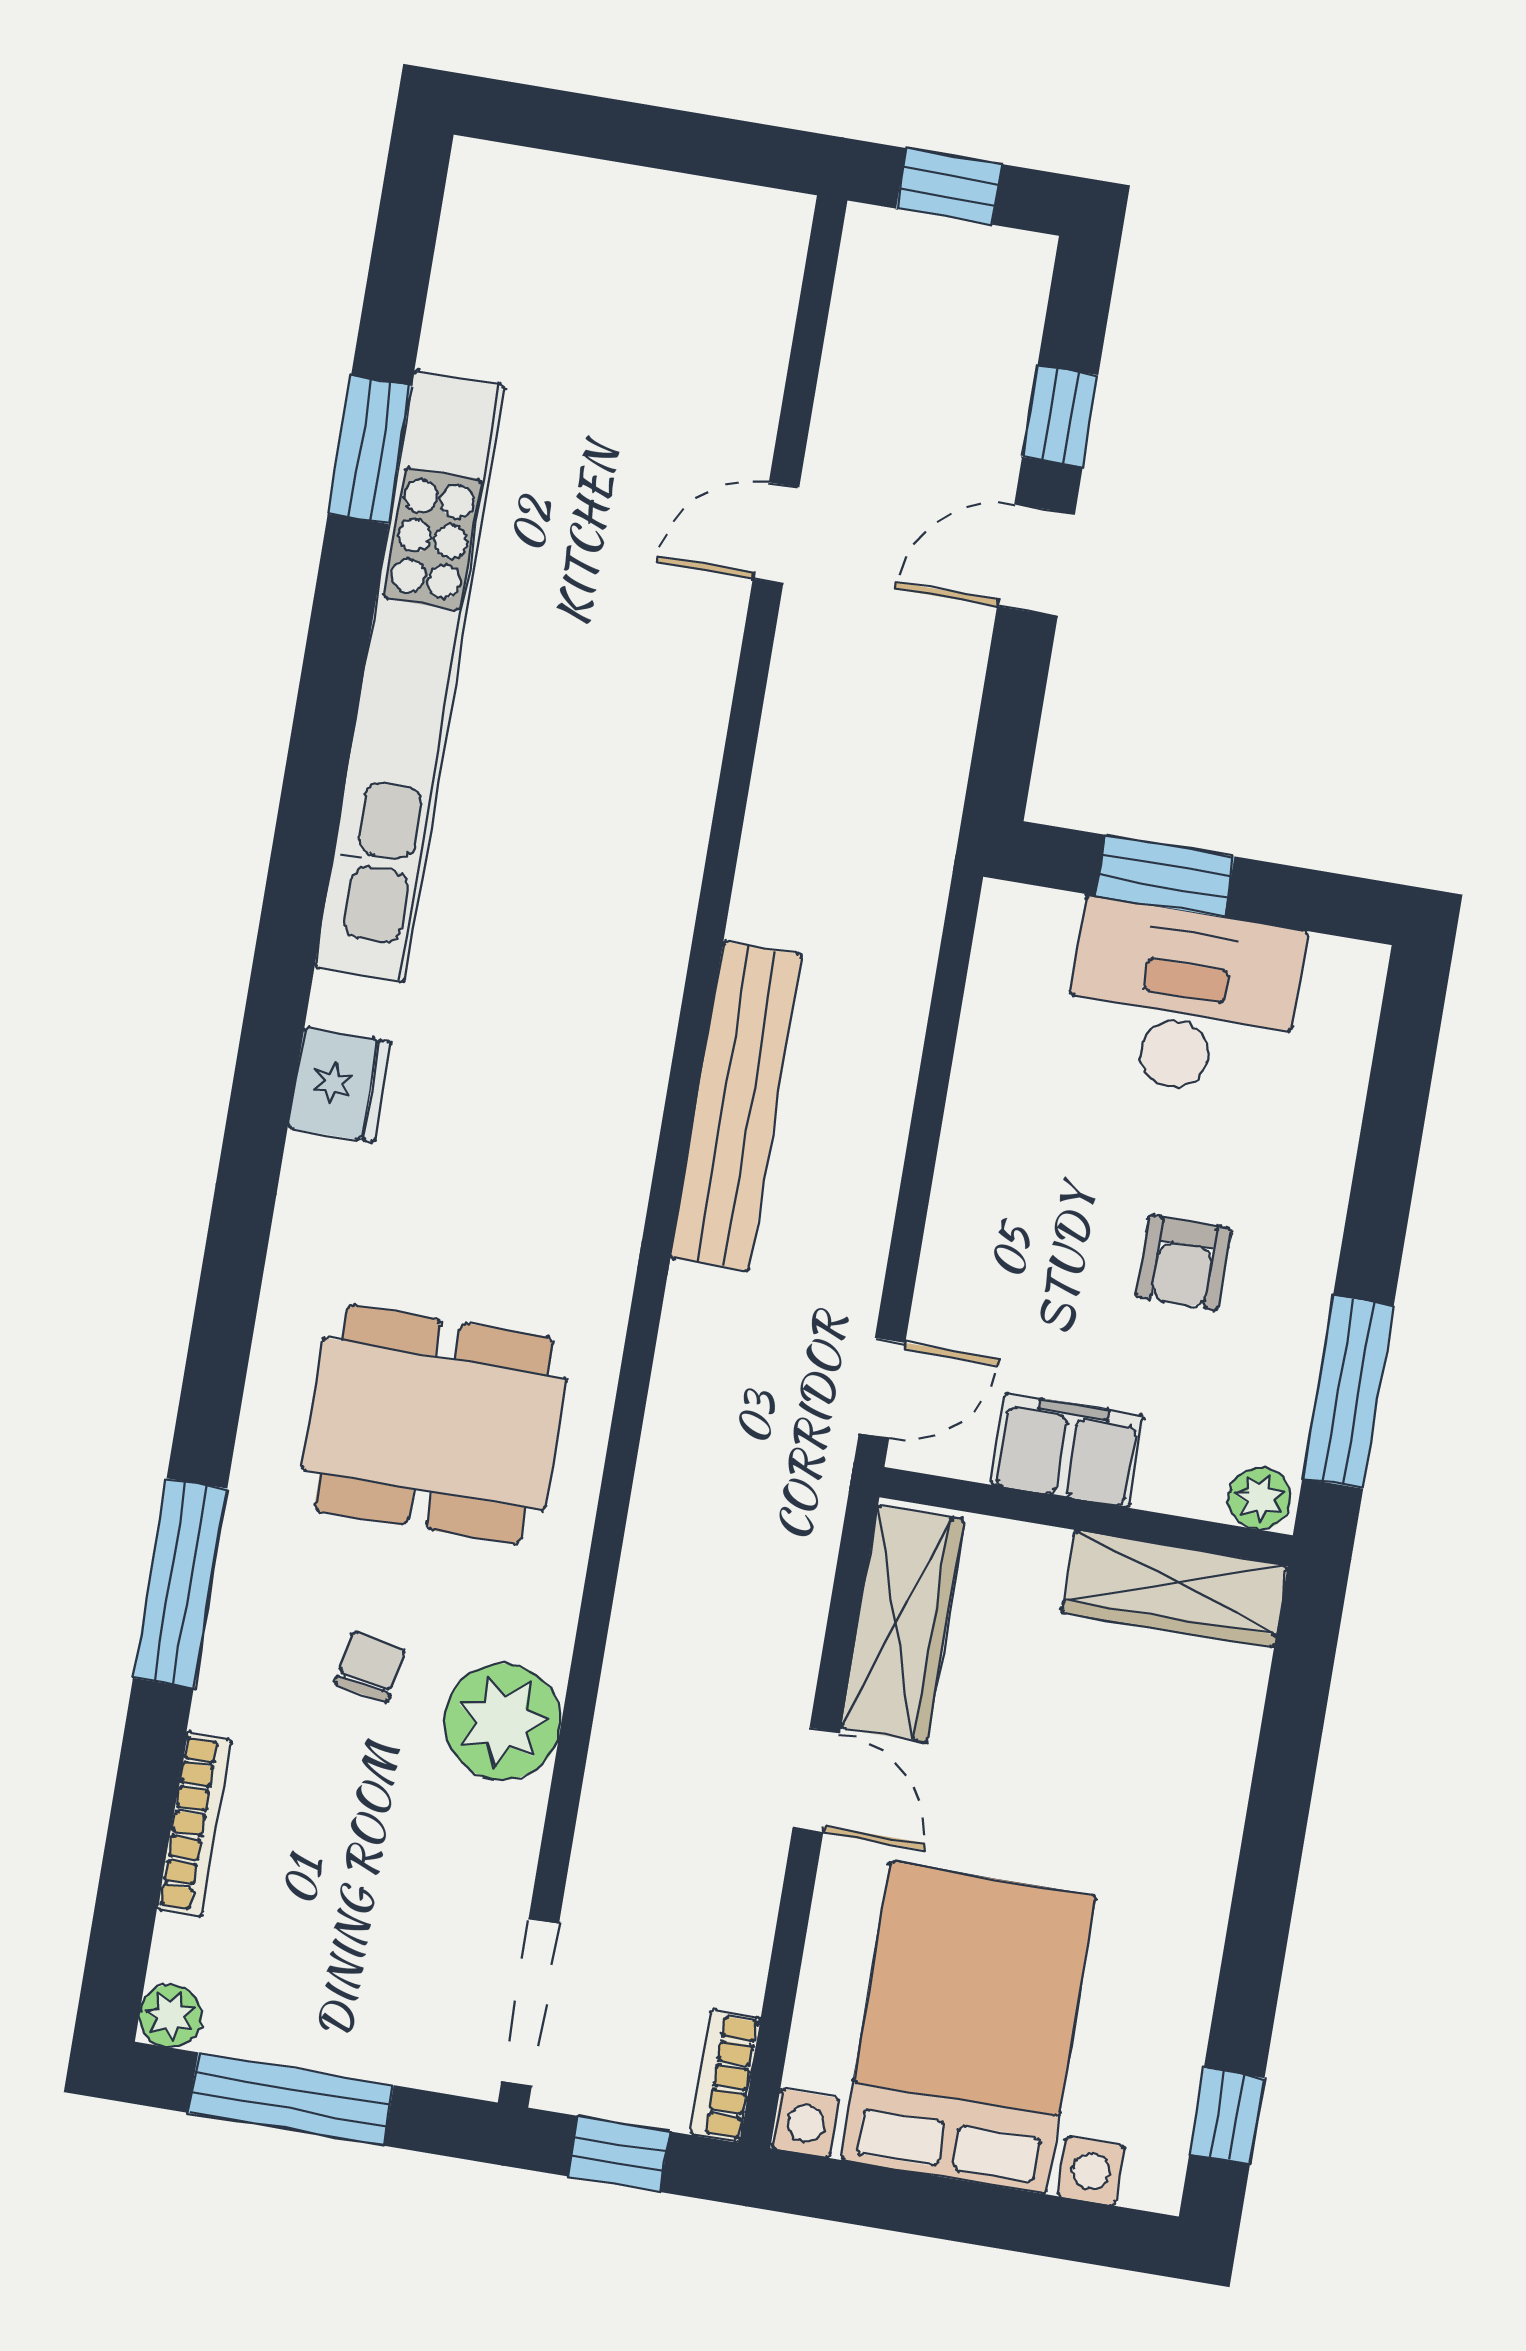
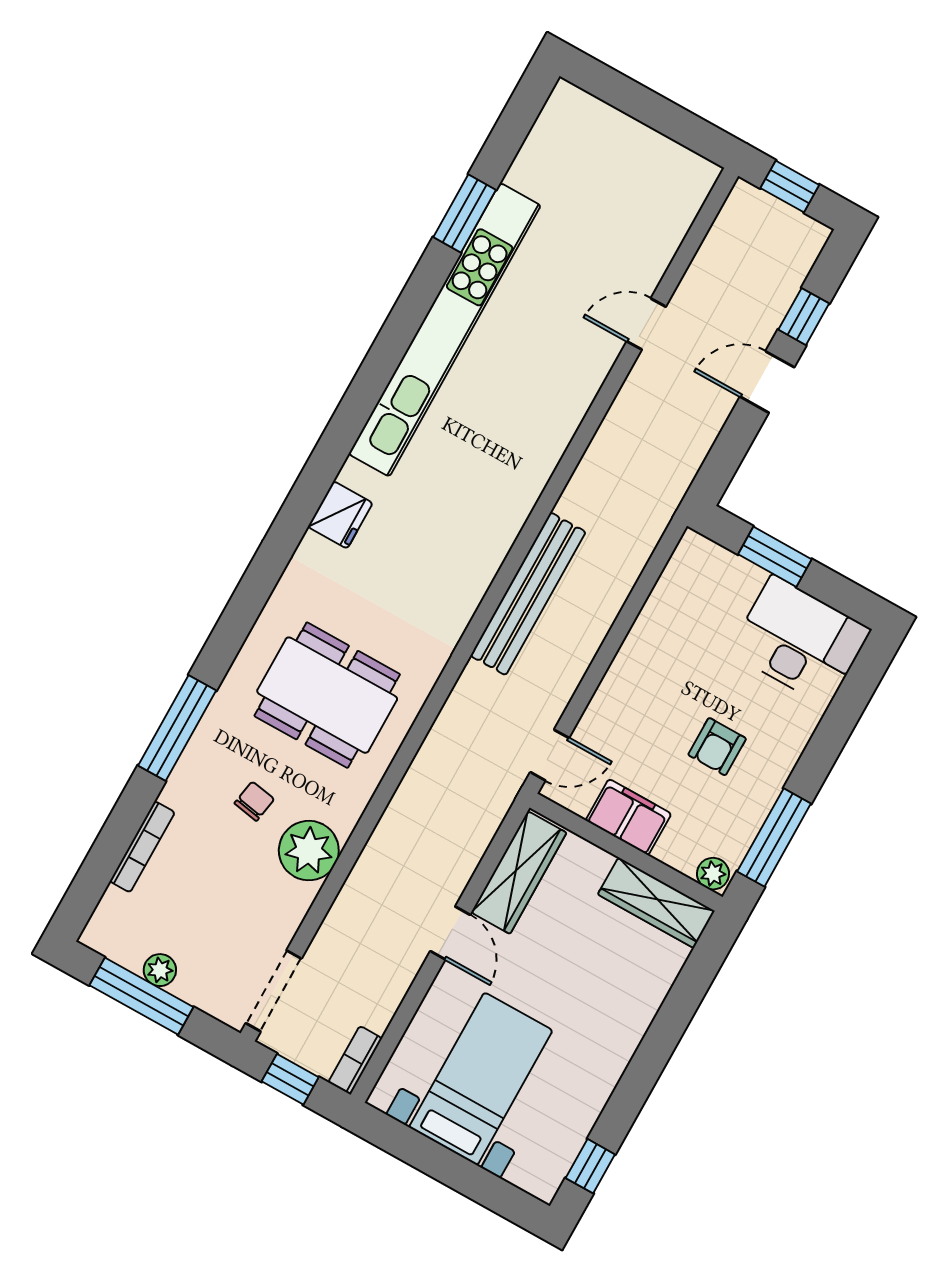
desk: (1183, 1000) -> (800, 641), moved
plant: (171, 2016) -> (160, 970), moved
bed with nightstands: (968, 2028) -> (481, 1079), width x0.73

